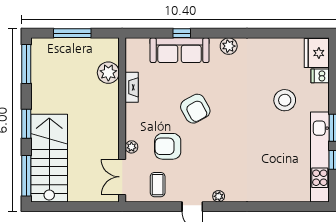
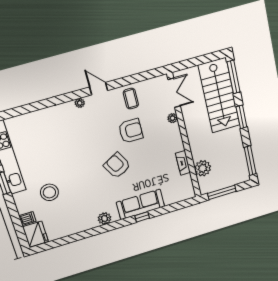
plant: (108, 73) -> (203, 168), moved
fireplace: (132, 87) -> (183, 163), moved
wall: (122, 120) -> (184, 137), moved
plant: (131, 147) -> (173, 118), moved
double door: (122, 177) -> (174, 93), moved

